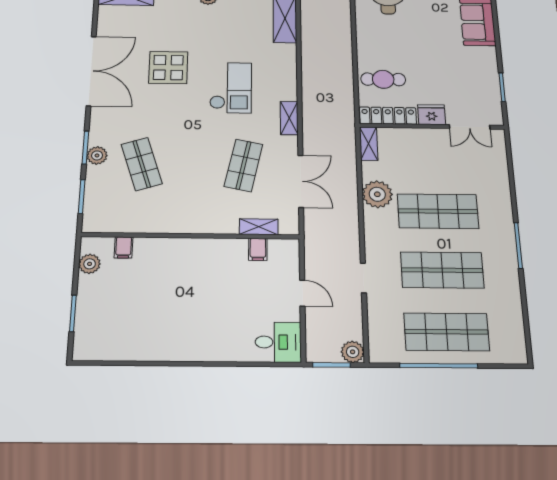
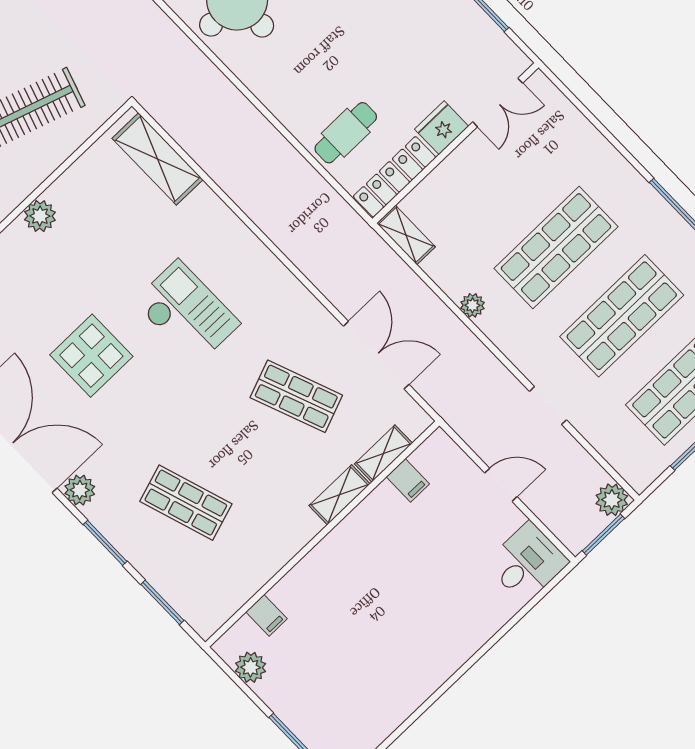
shelving: (289, 118) -> (340, 495), moved, turned 90
plant: (97, 155) -> (80, 490), moved
shop shelf: (243, 165) -> (296, 396), turned -33
plant: (377, 194) -> (473, 305), width x0.53, depth x0.53

